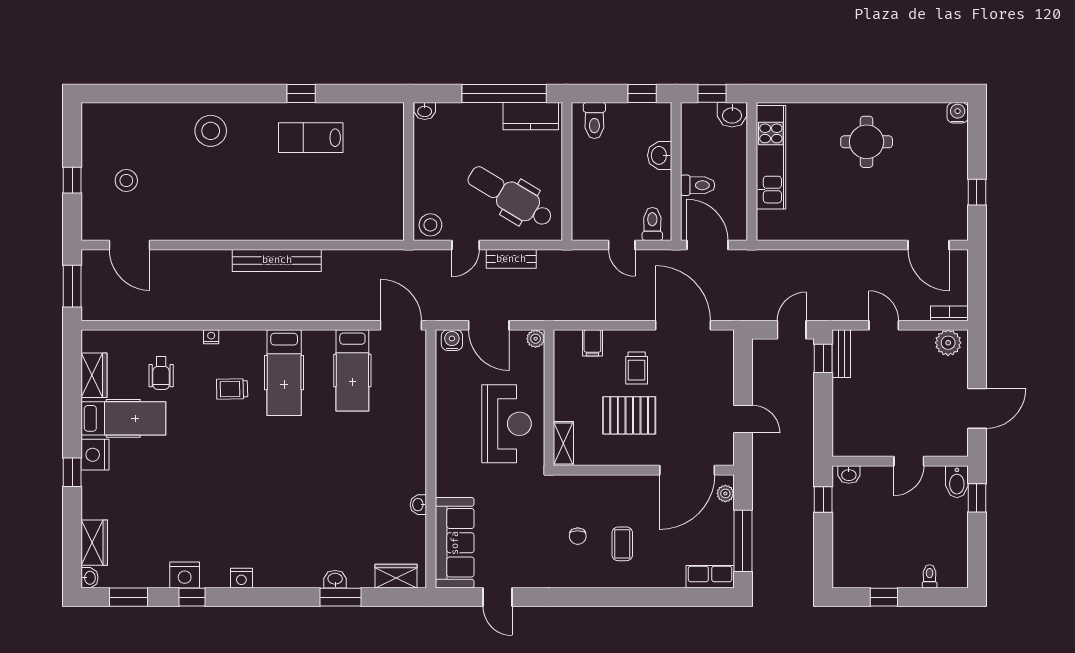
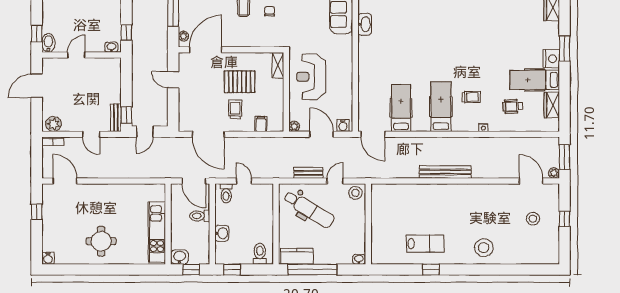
plant: (90, 259) -> (554, 173), added
wheelchair: (161, 373) -> (513, 106), turned -93
window: (72, 472) -> (565, 49), width x1.50
washbasin: (418, 505) -> (365, 24), width x1.91, depth x1.45

